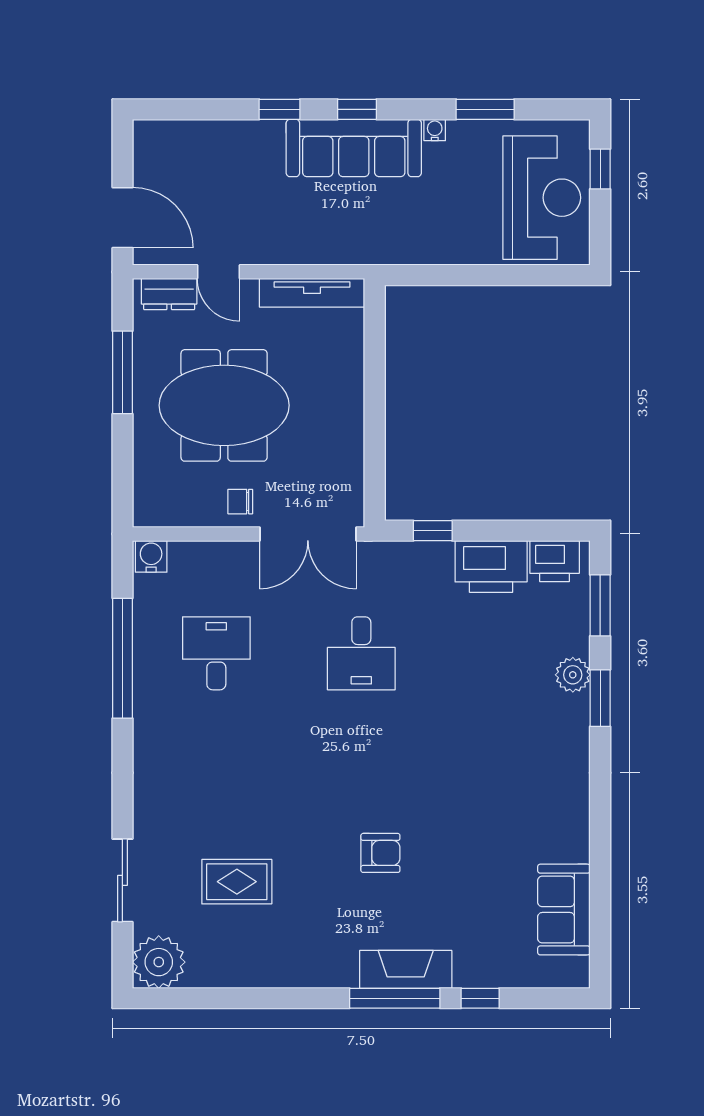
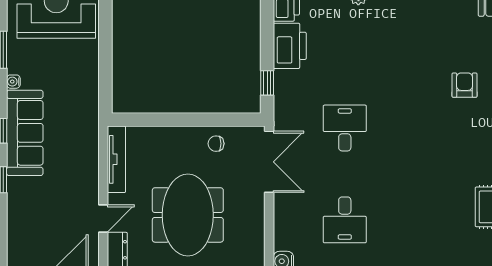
chair: (240, 502) -> (216, 144), moved, turned 90
desk: (216, 653) -> (345, 220), turned -90
desk: (361, 653) -> (345, 128), turned -90
armchair: (380, 853) -> (465, 85), moved

